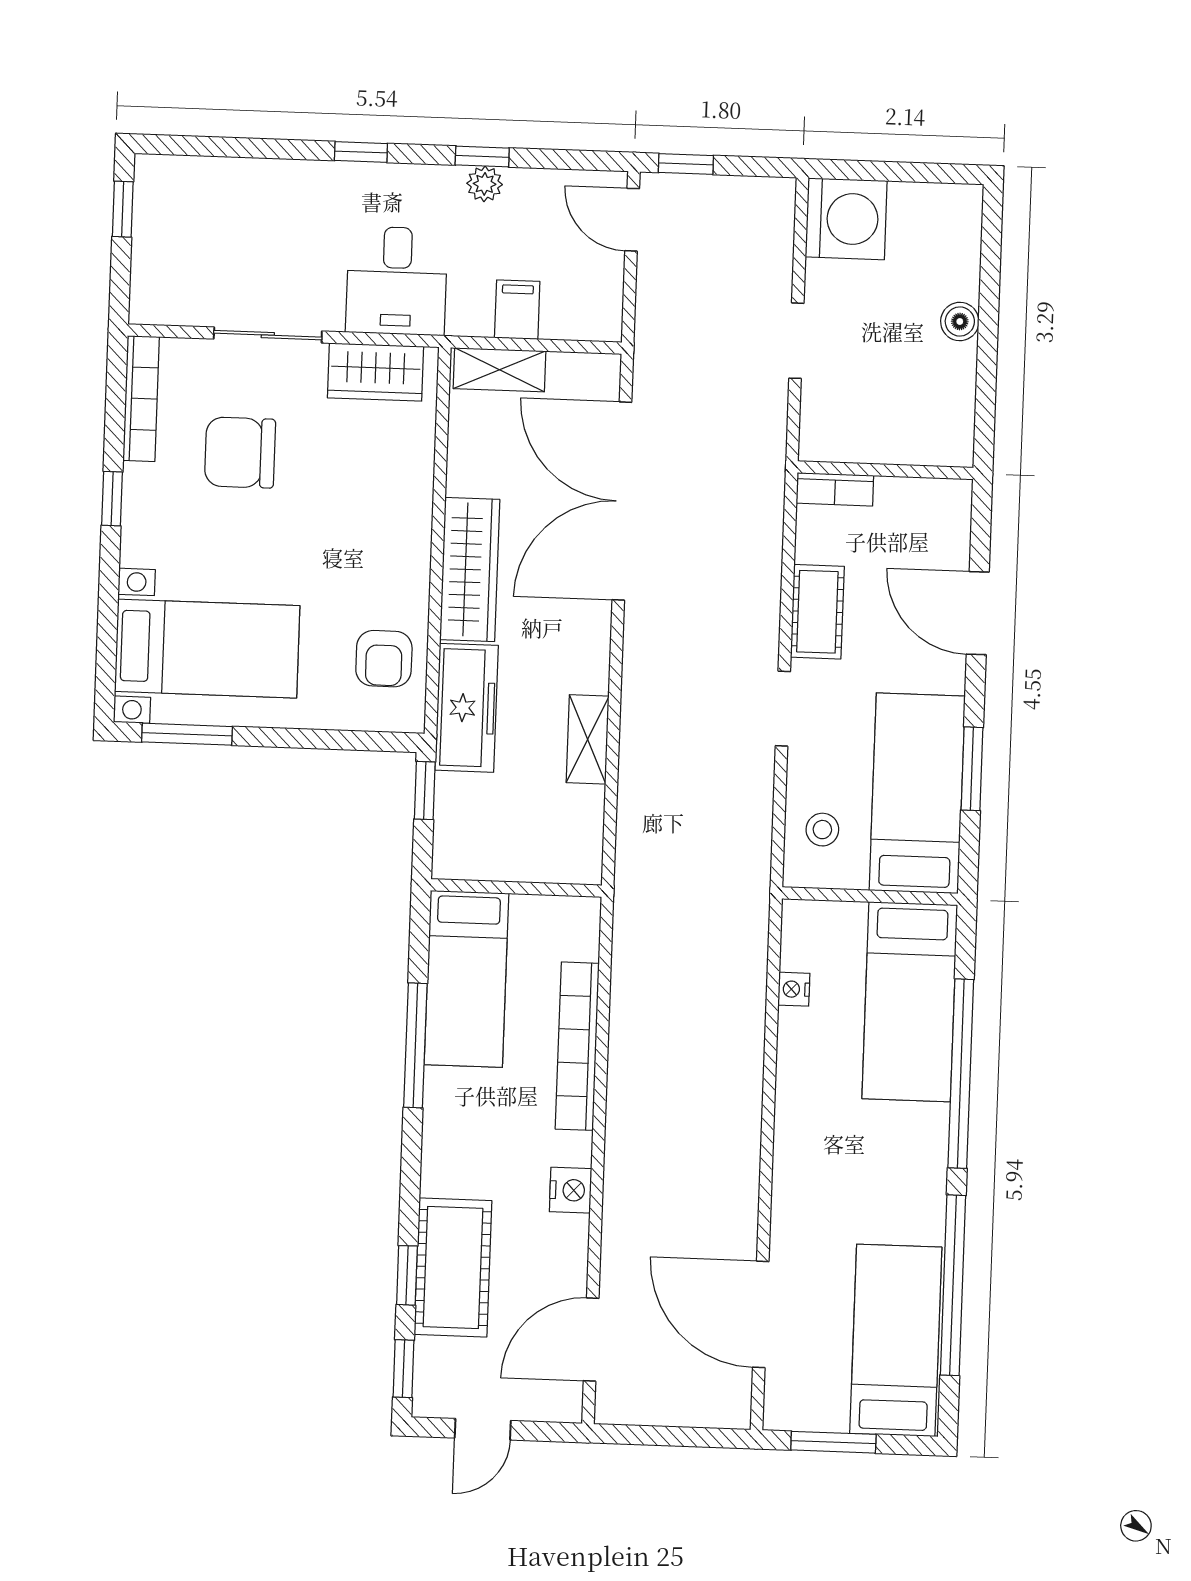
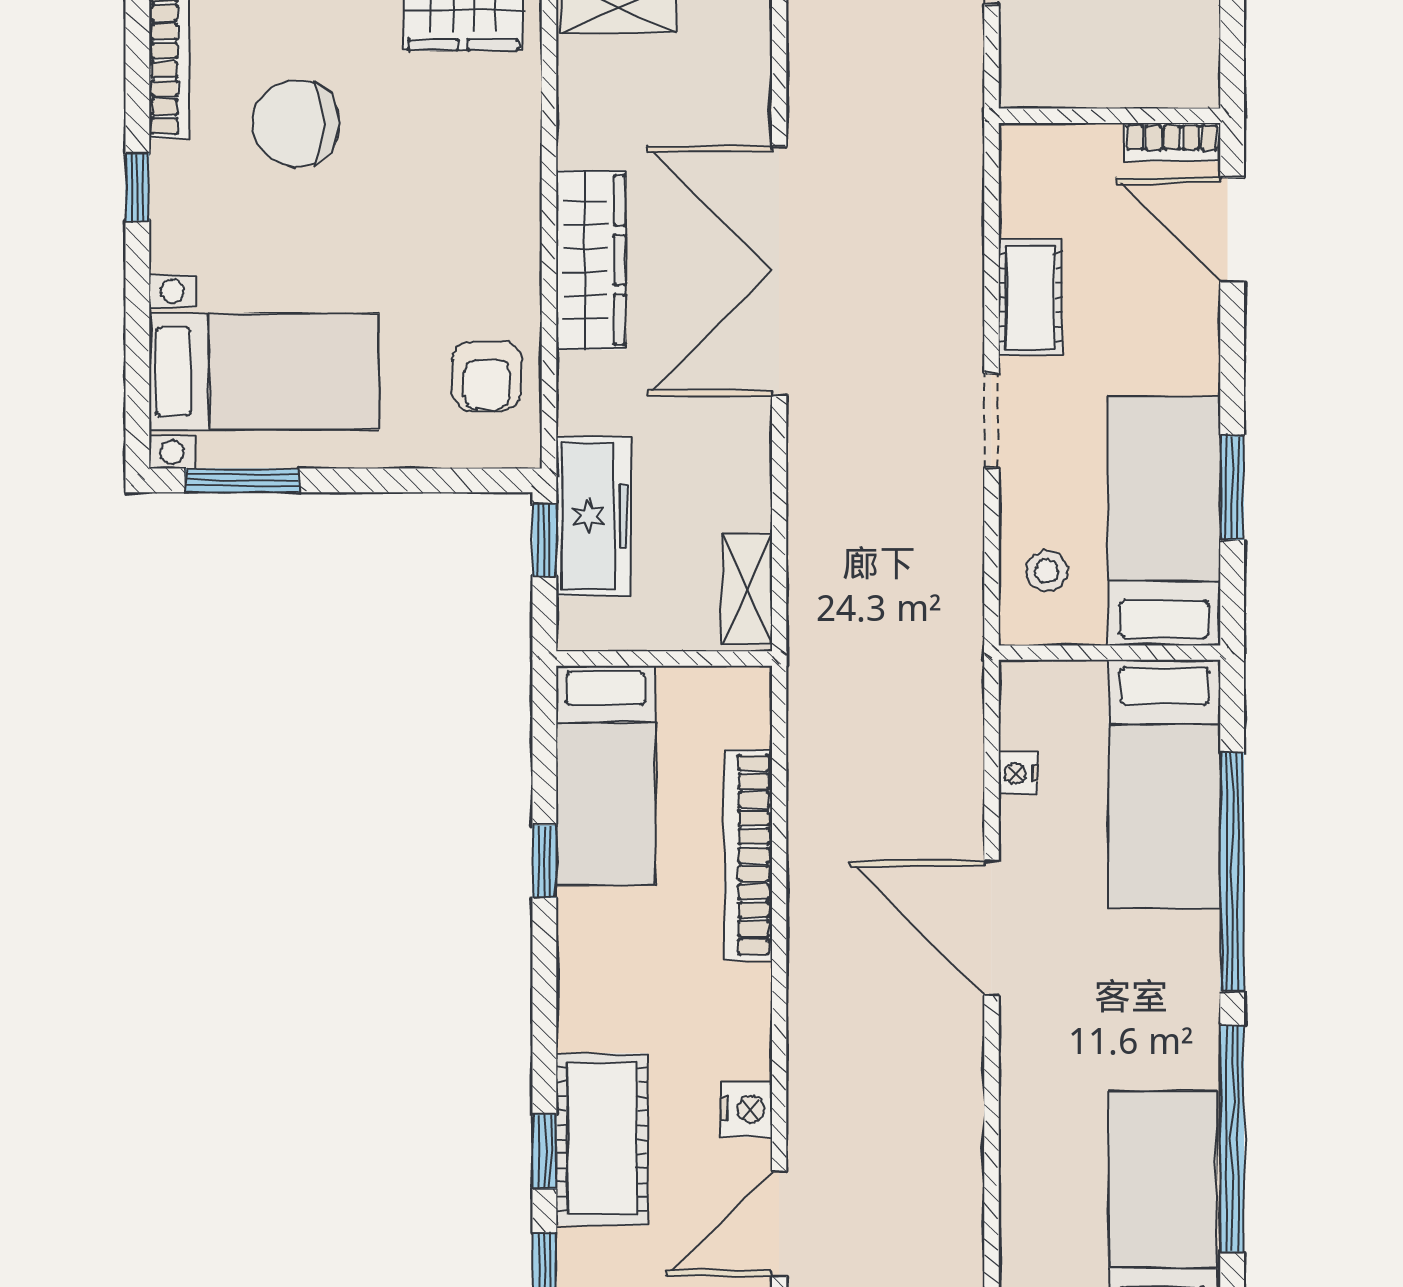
bookcase: (835, 489) -> (1172, 142), moved
double door: (622, 501) -> (779, 271), moved
door: (978, 613) -> (1232, 230), moved
freezer: (467, 708) -> (593, 516), moved
shelving: (588, 739) -> (747, 589), moved
window: (415, 1045) -> (544, 861), width x0.46
nightstand: (571, 1190) -> (746, 1109), moved
door: (761, 1314) -> (991, 928), moved

